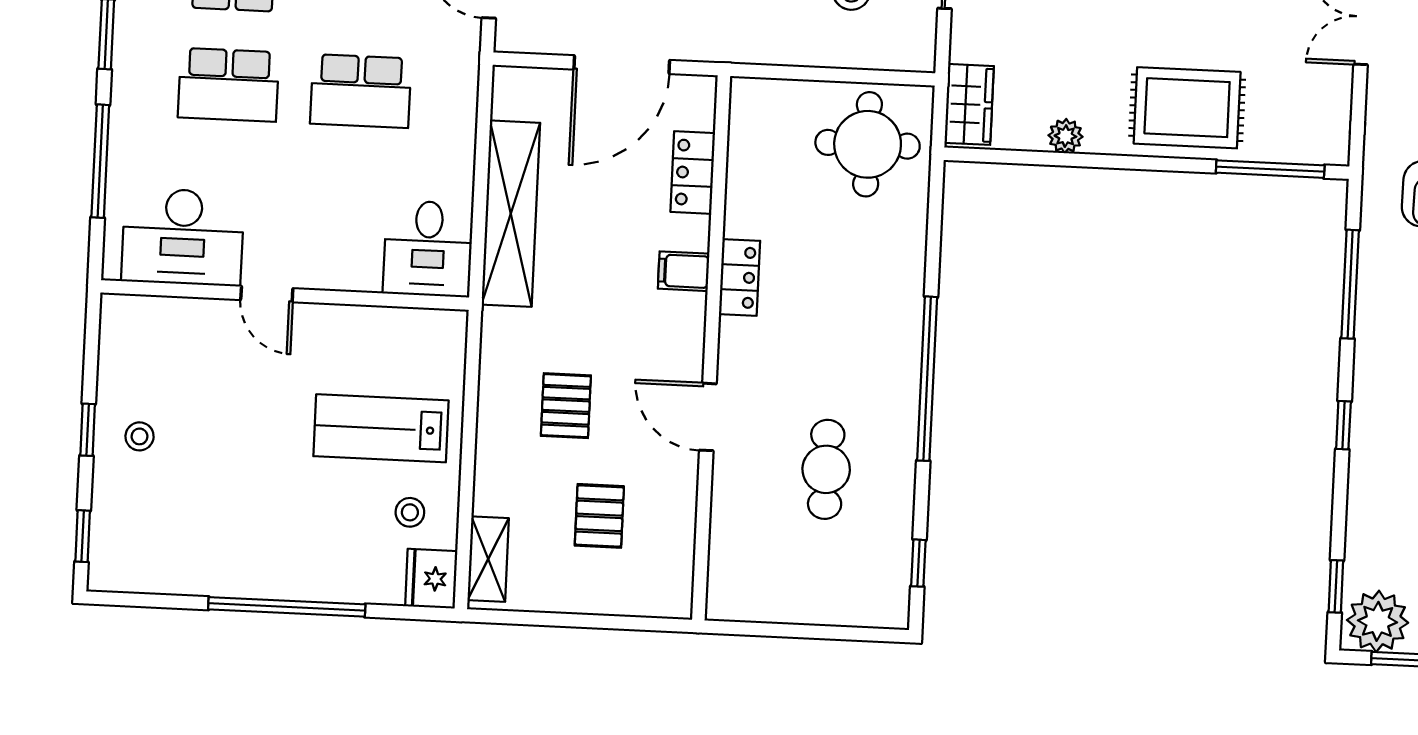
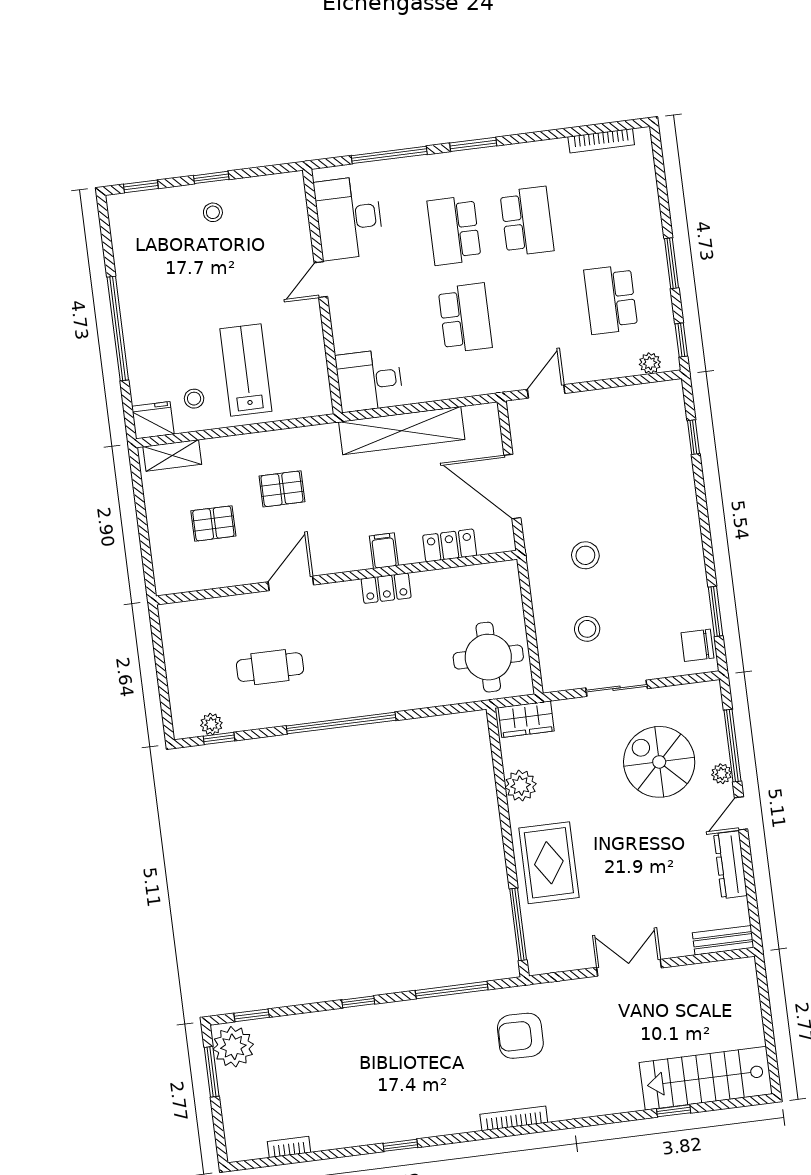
school desk: (361, 91) -> (465, 318), turned 180
plant: (1065, 136) -> (521, 786), width x1.38, depth x1.38
plant: (895, 571) -> (211, 724), added

